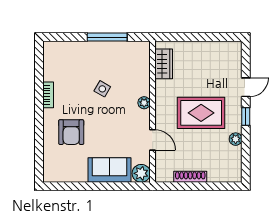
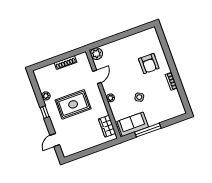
door: (246, 87) -> (55, 140), moved
armchair: (71, 132) -> (149, 64), turned 180
door: (153, 140) -> (97, 77), swing flipped
sofa: (110, 170) -> (133, 124), moved, turned 180

